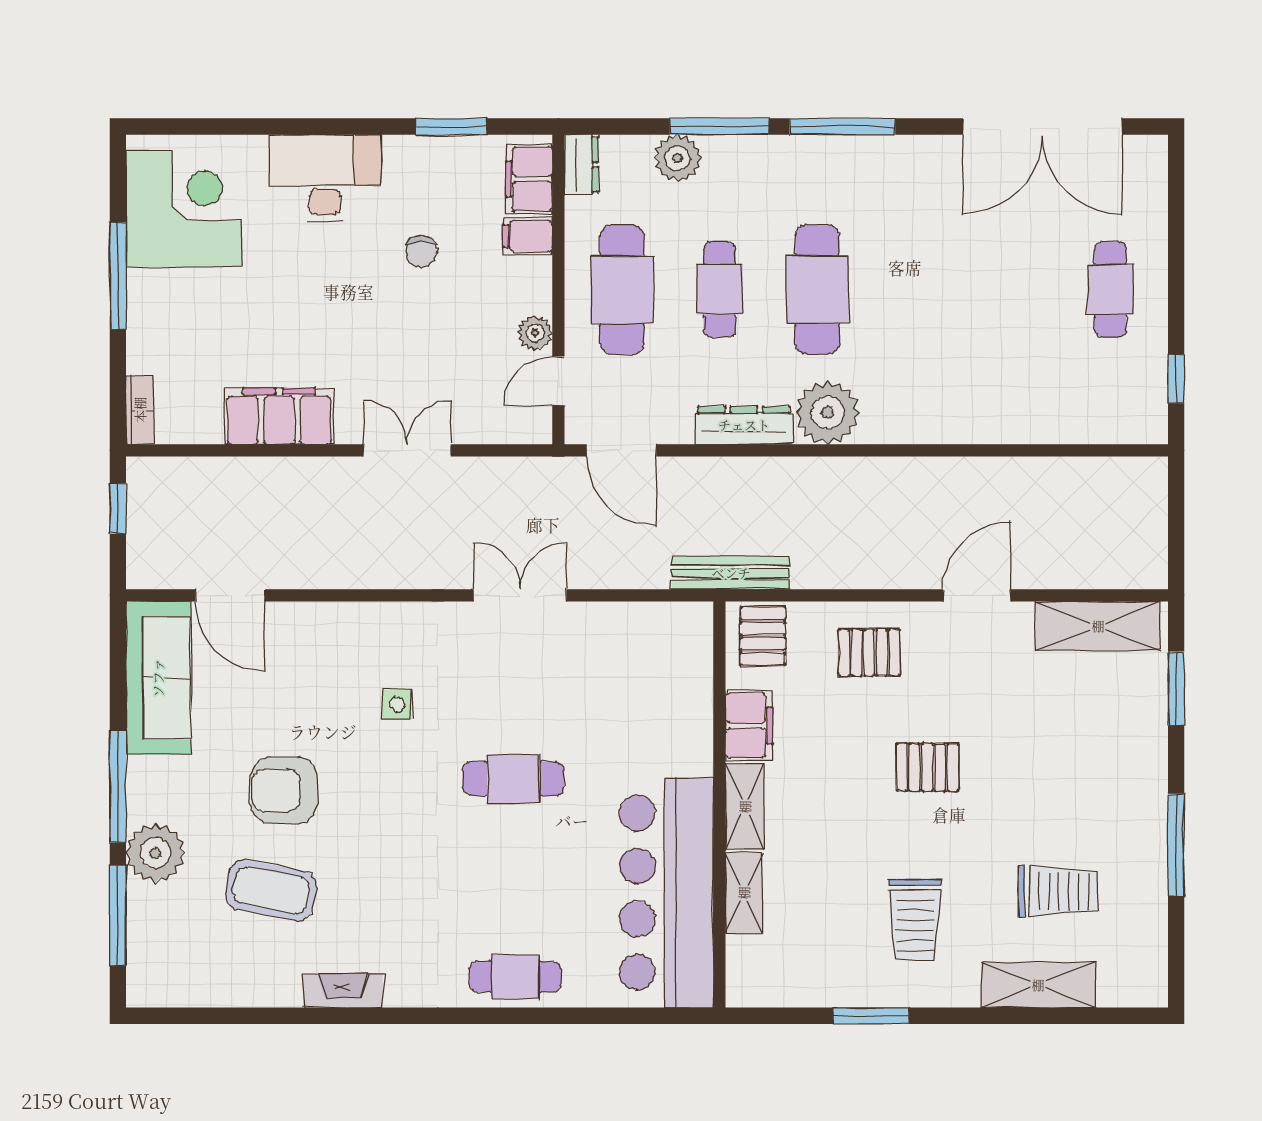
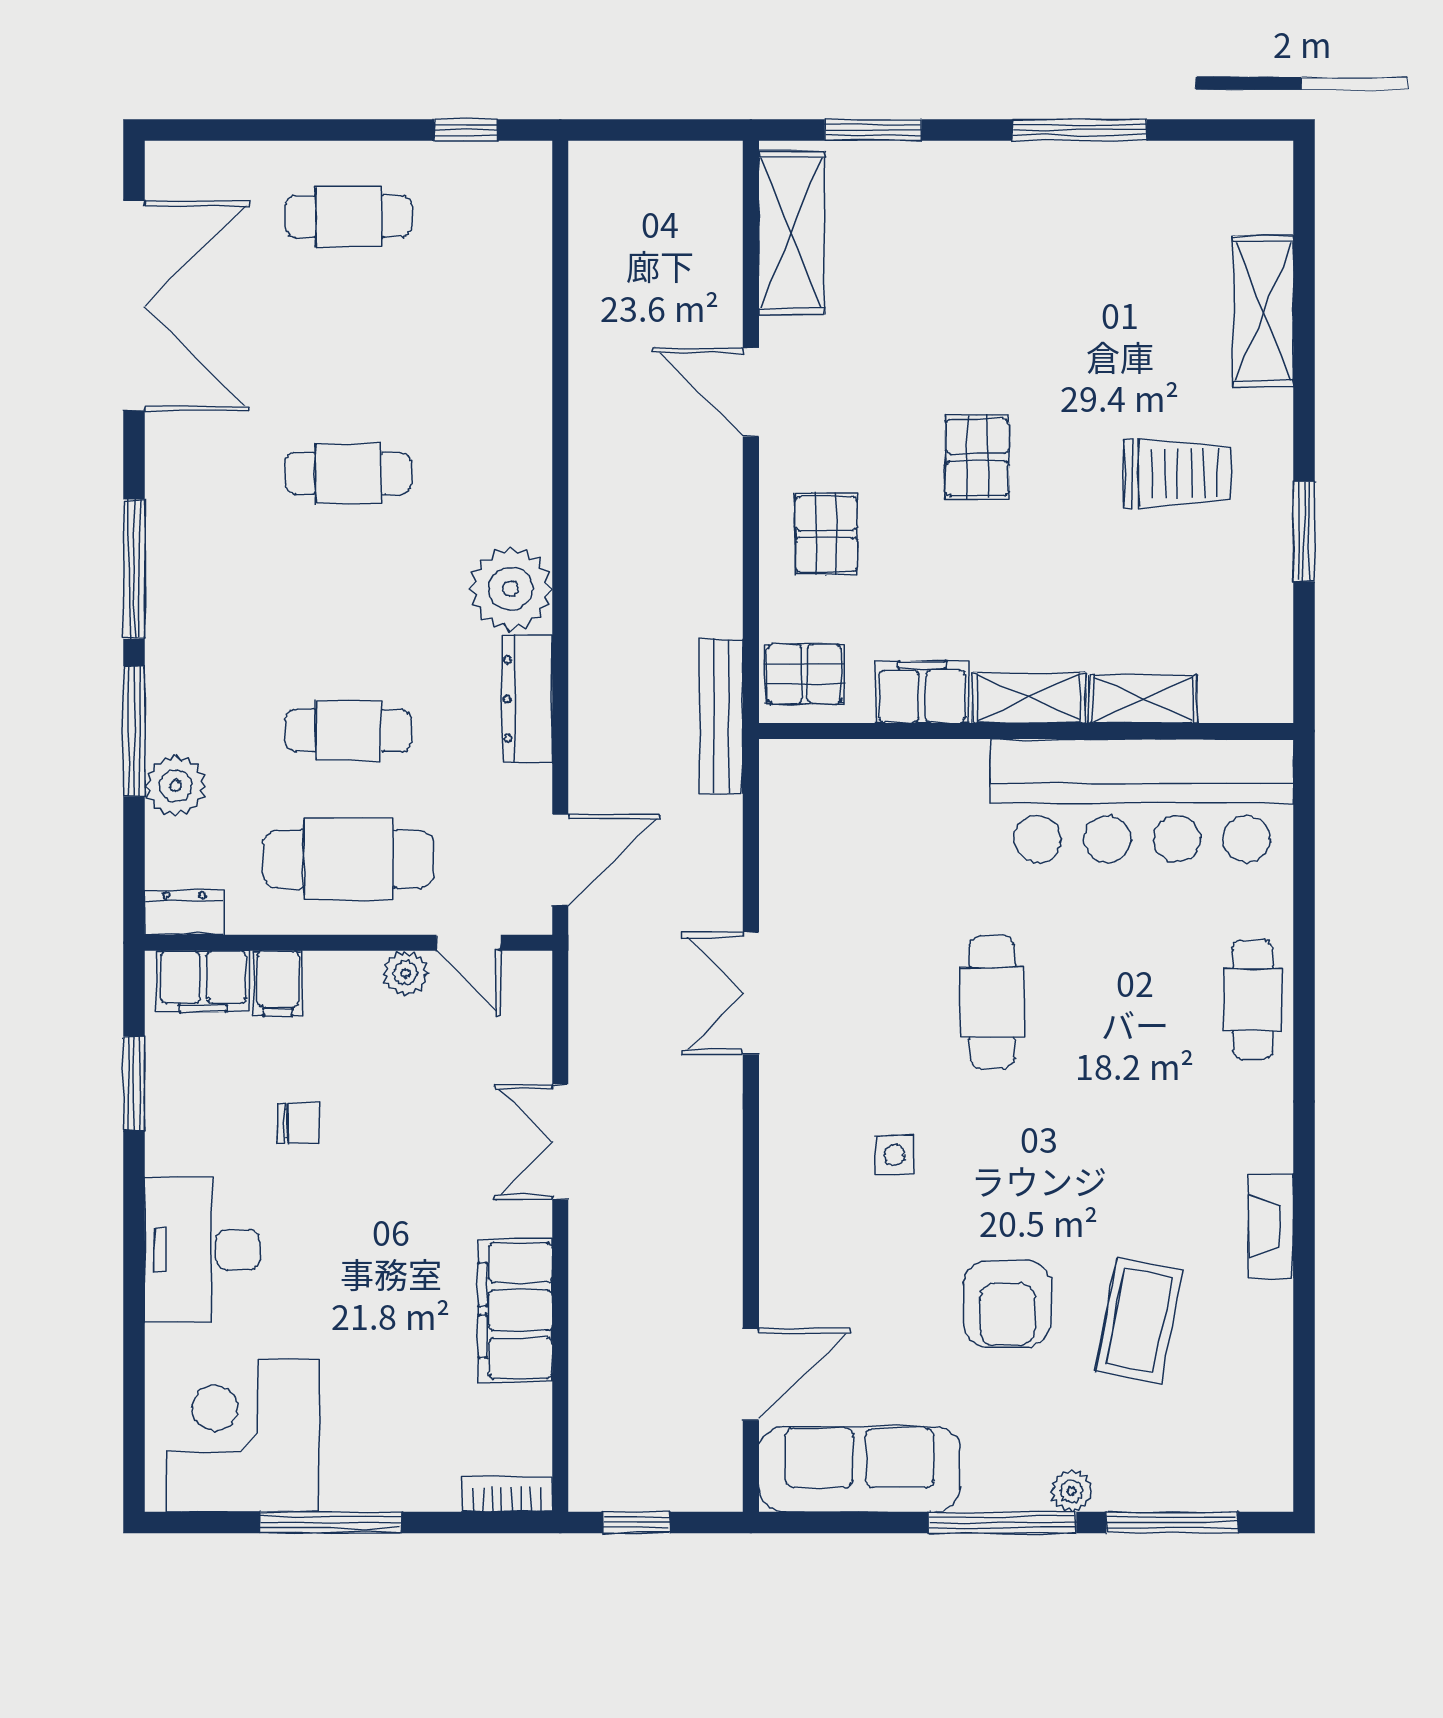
cafe table: (817, 289) -> (348, 473), moved, width x0.73, depth x0.74
plant: (155, 853) -> (1072, 1491), width x0.53, depth x0.53
trolley: (1058, 891) -> (1140, 285), removed

